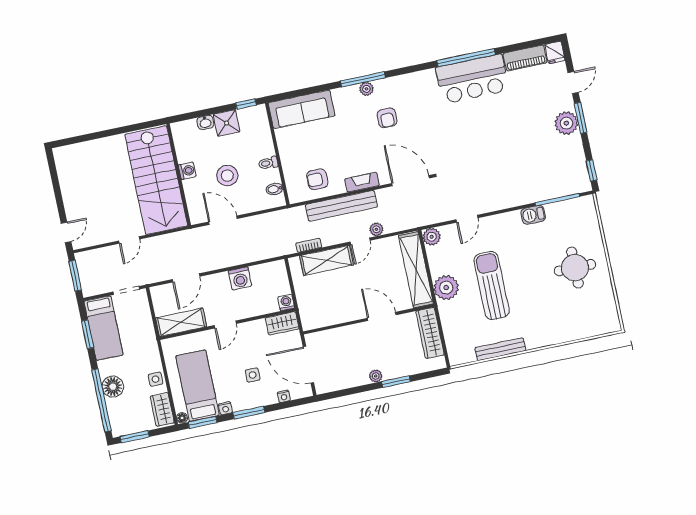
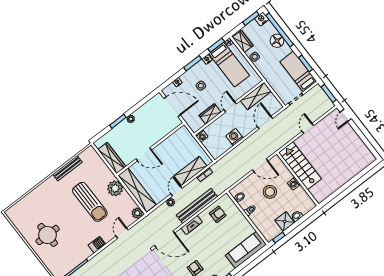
stairs: (156, 180) -> (300, 166), width x0.73, depth x0.66
barbecue: (533, 215) -> (97, 245), moved
wardrobe: (282, 323) -> (210, 114), moved
nightstand: (120, 428) -> (262, 19), added

